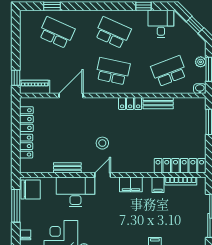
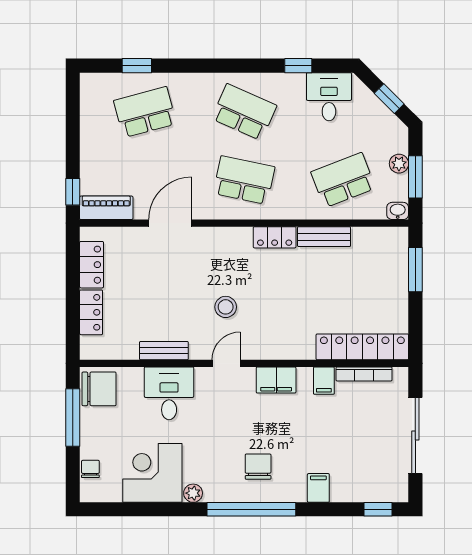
school desk: (57, 33) -> (145, 112), turned -39
desk: (75, 192) -> (169, 393), width x0.73
chair: (121, 234) -> (258, 467), added

